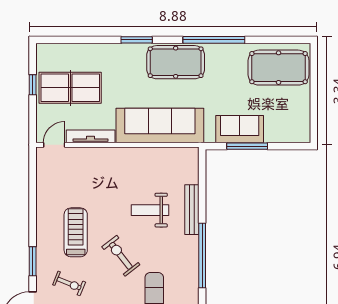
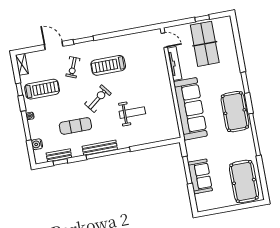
sofa: (240, 129) -> (200, 176), moved
weight bench: (150, 210) -> (132, 113), turned 90
bench: (192, 210) -> (100, 148), moved
treadmill: (76, 232) -> (108, 65), turned 180

